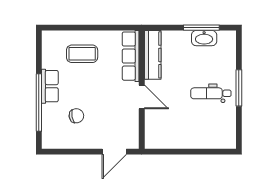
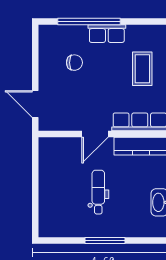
dental chair: (211, 93) -> (98, 192), moved
chair: (76, 116) -> (74, 63), turned -79

